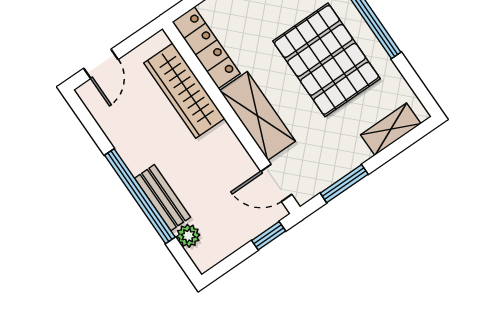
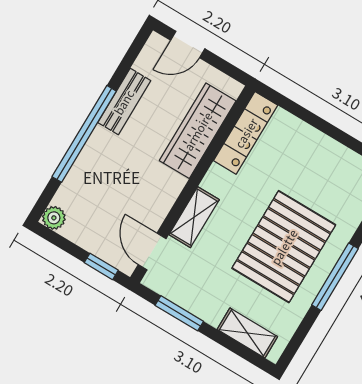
shelving: (258, 116) -> (194, 217), width x0.67, depth x0.75
bench: (163, 198) -> (124, 102), moved
plant: (188, 236) -> (54, 218), moved

